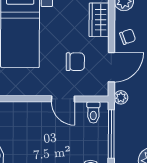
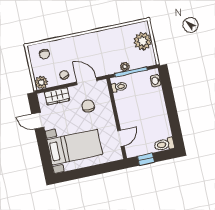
plant: (121, 97) -> (125, 67), moved
door: (63, 99) -> (121, 138), moved

